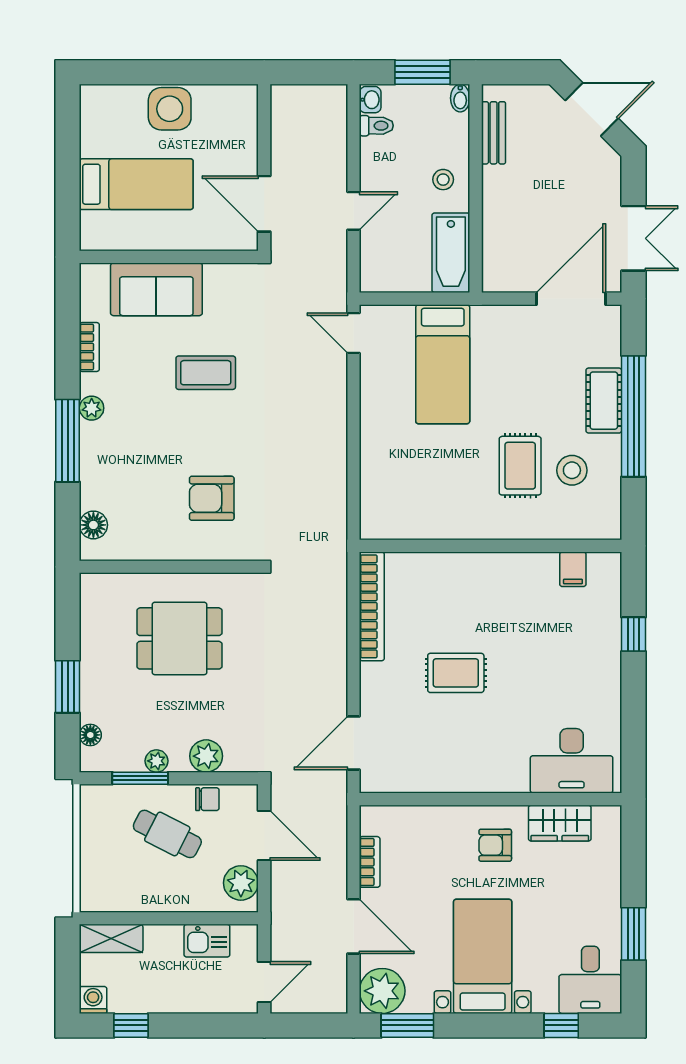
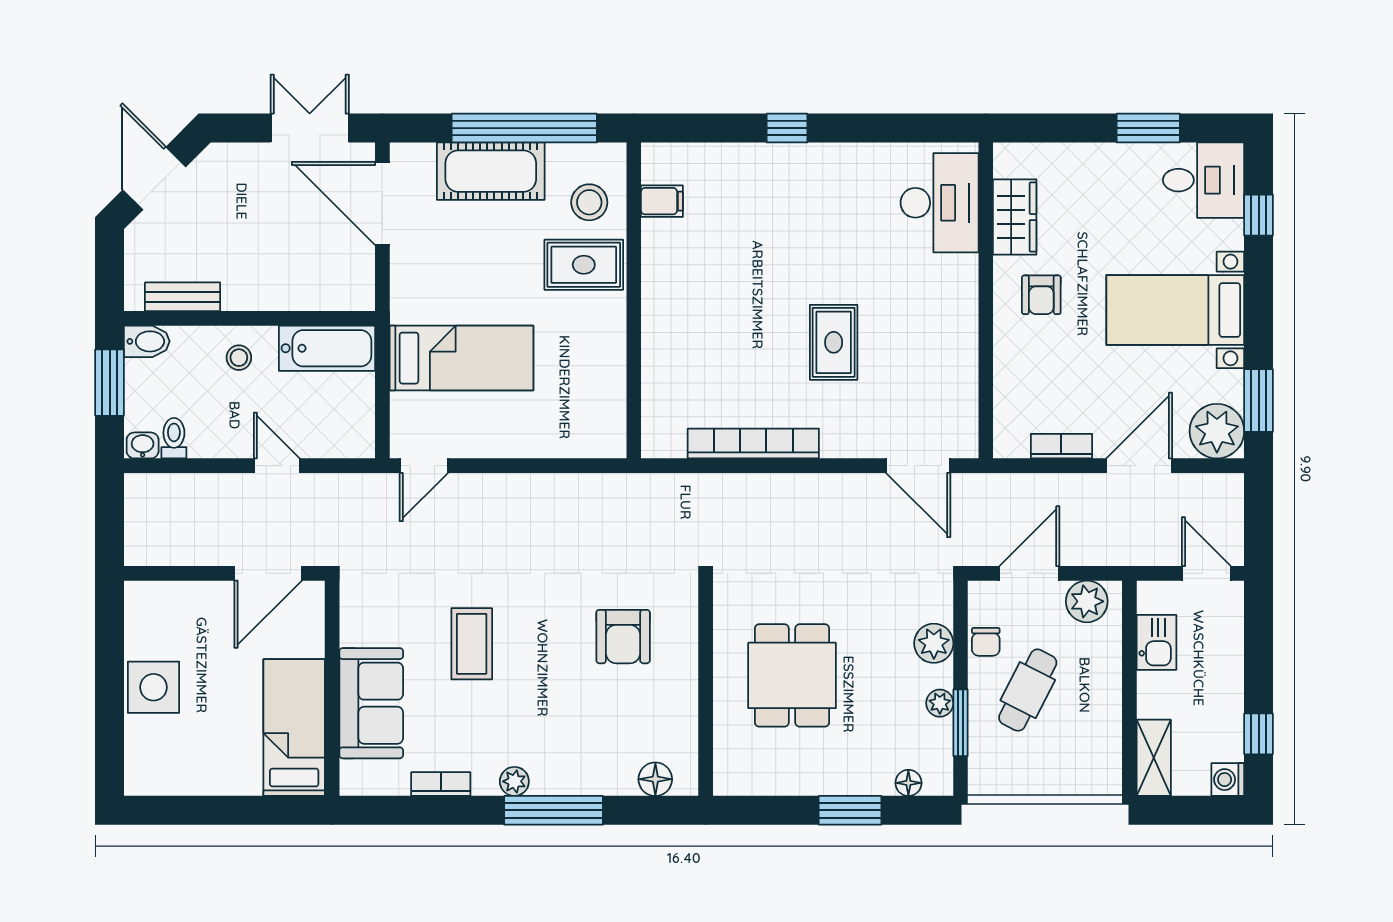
bidet: (460, 98) -> (147, 341), width x1.38, depth x1.36
bed: (136, 184) -> (294, 728), moved
cot: (604, 401) -> (491, 171), width x1.37, depth x1.34
wall: (491, 546) -> (634, 300), moved
filing cabinet: (573, 569) -> (662, 201), moved
chair: (207, 799) -> (986, 642), turned 180

